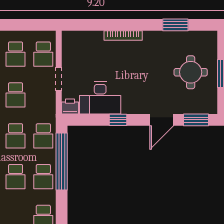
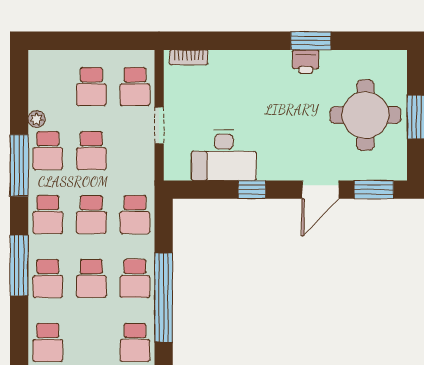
window: (175, 25) -> (311, 41), moved
bookcase: (123, 35) -> (189, 57), moved, width x0.64
round table: (191, 72) -> (365, 115), width x1.36, depth x1.36
printer: (70, 107) -> (306, 62), moved, turned 180
window: (62, 162) -> (164, 298), moved

